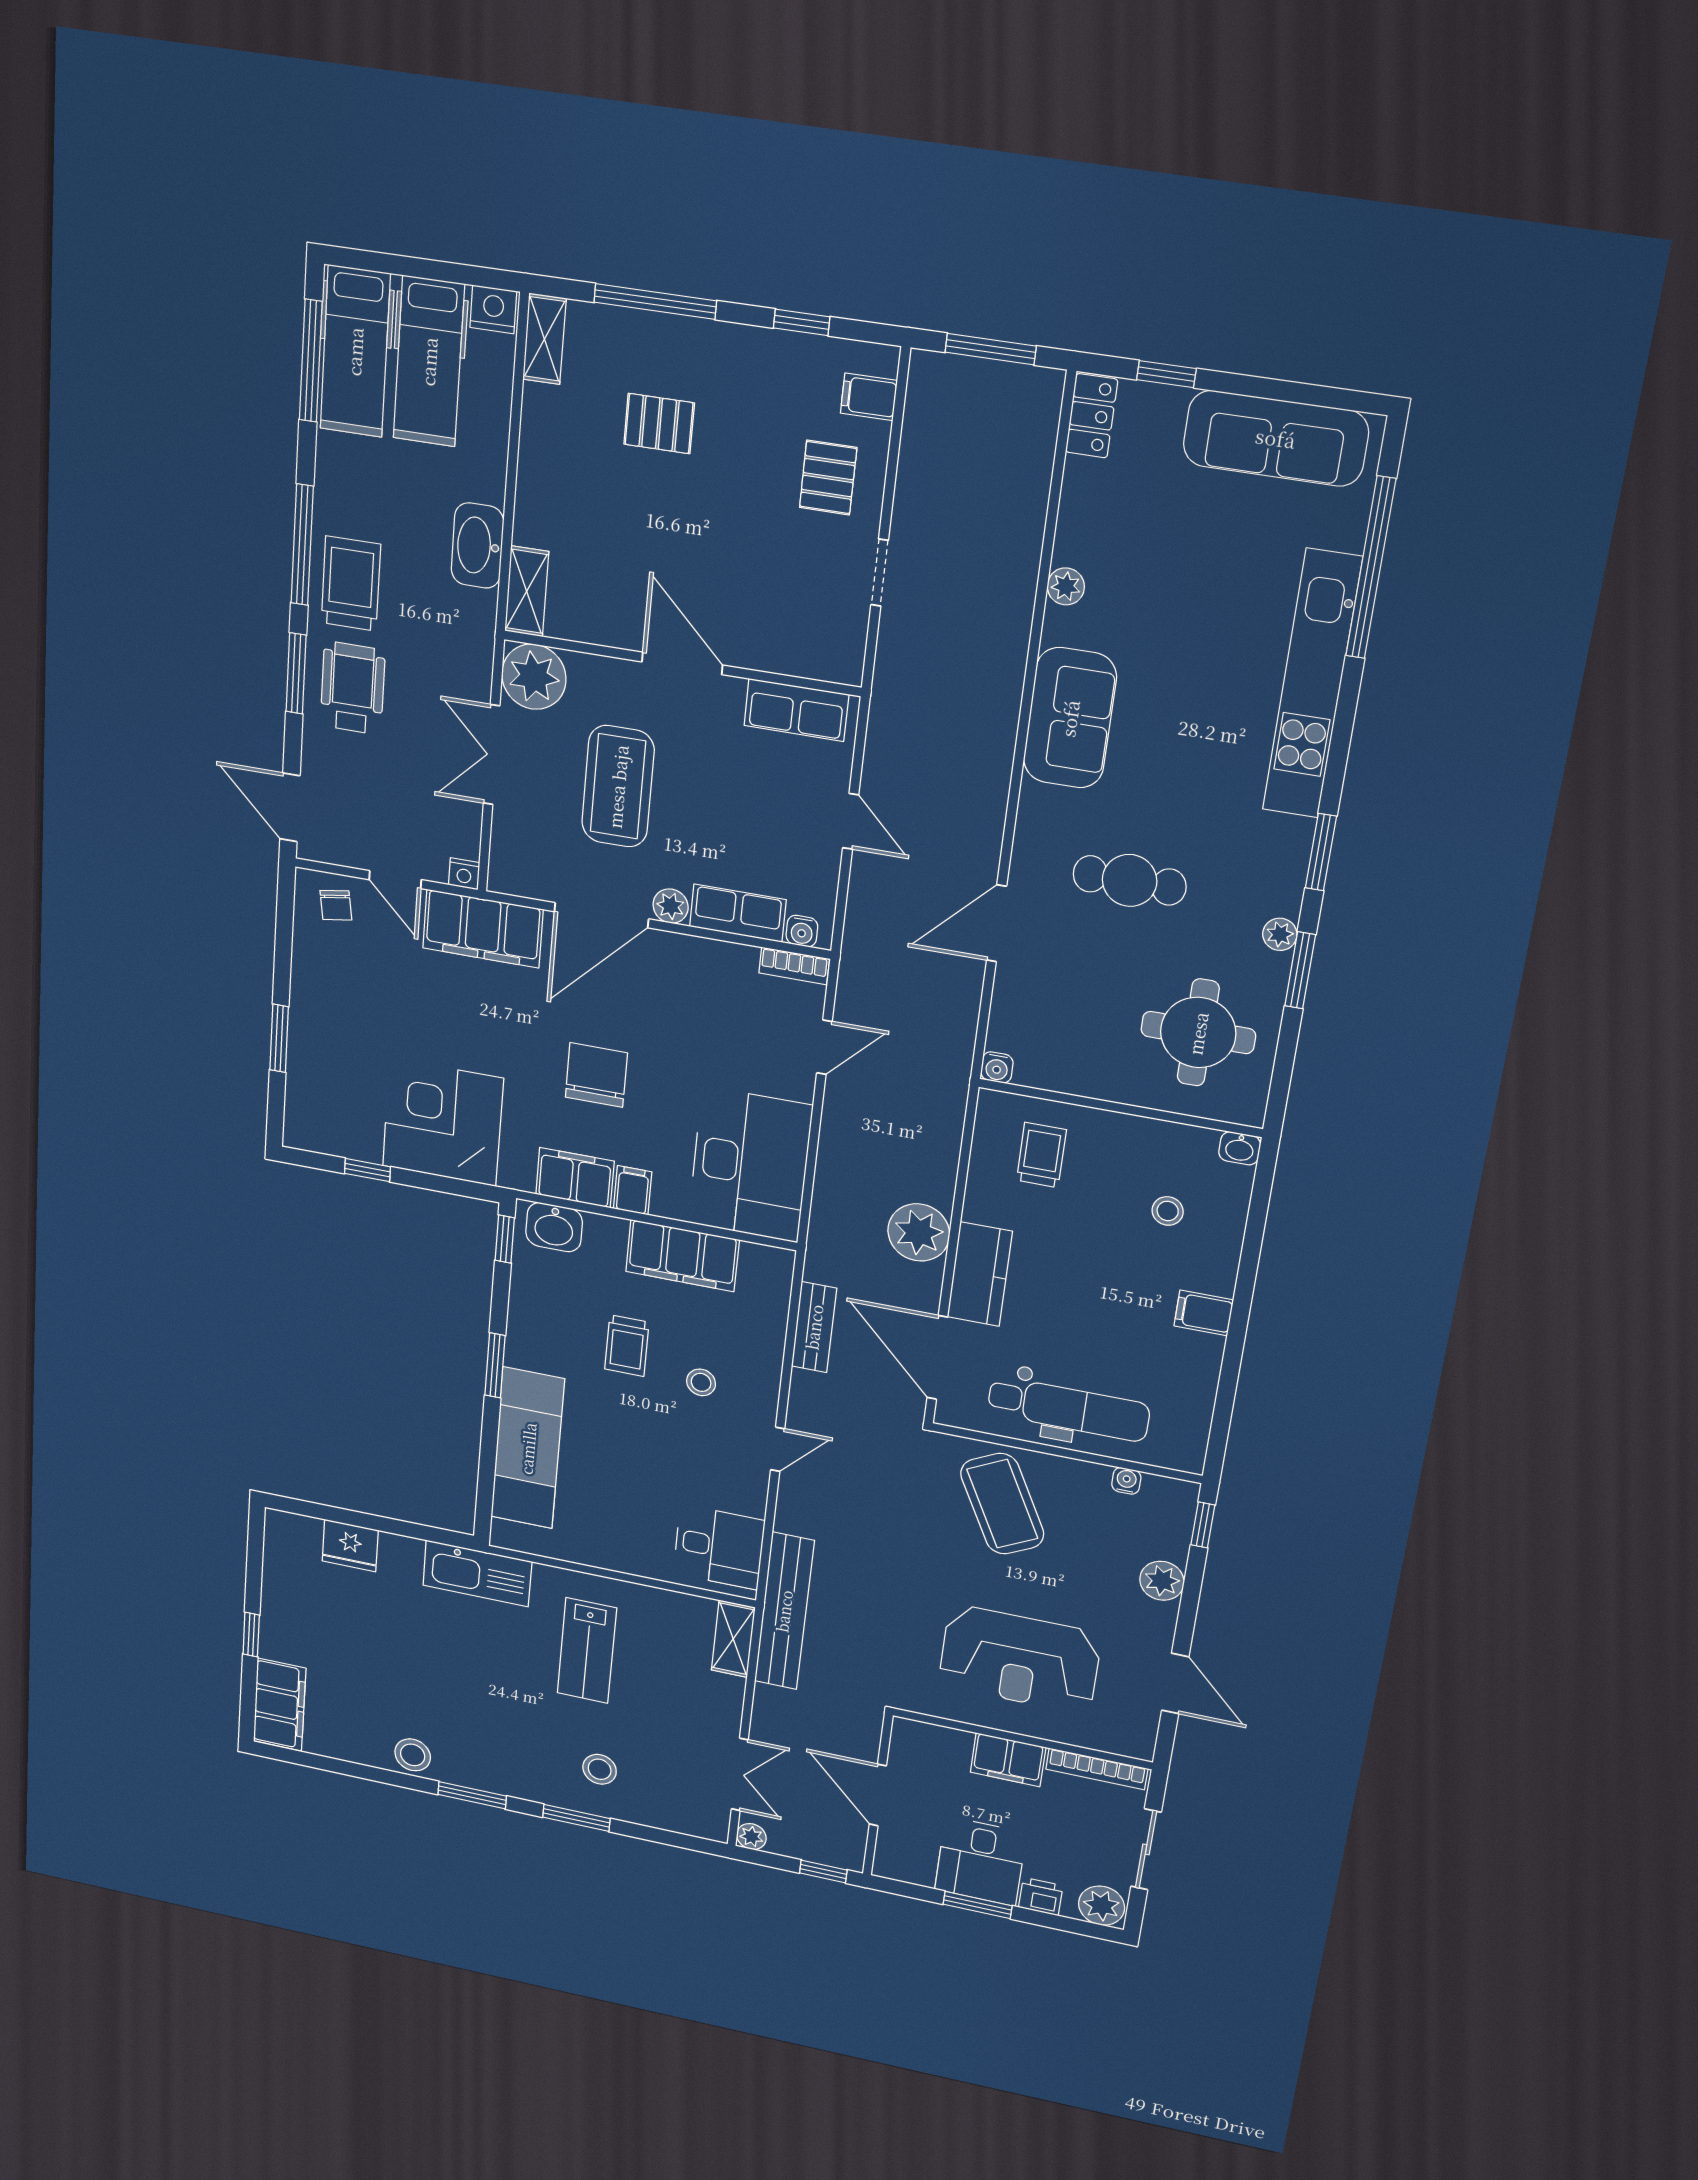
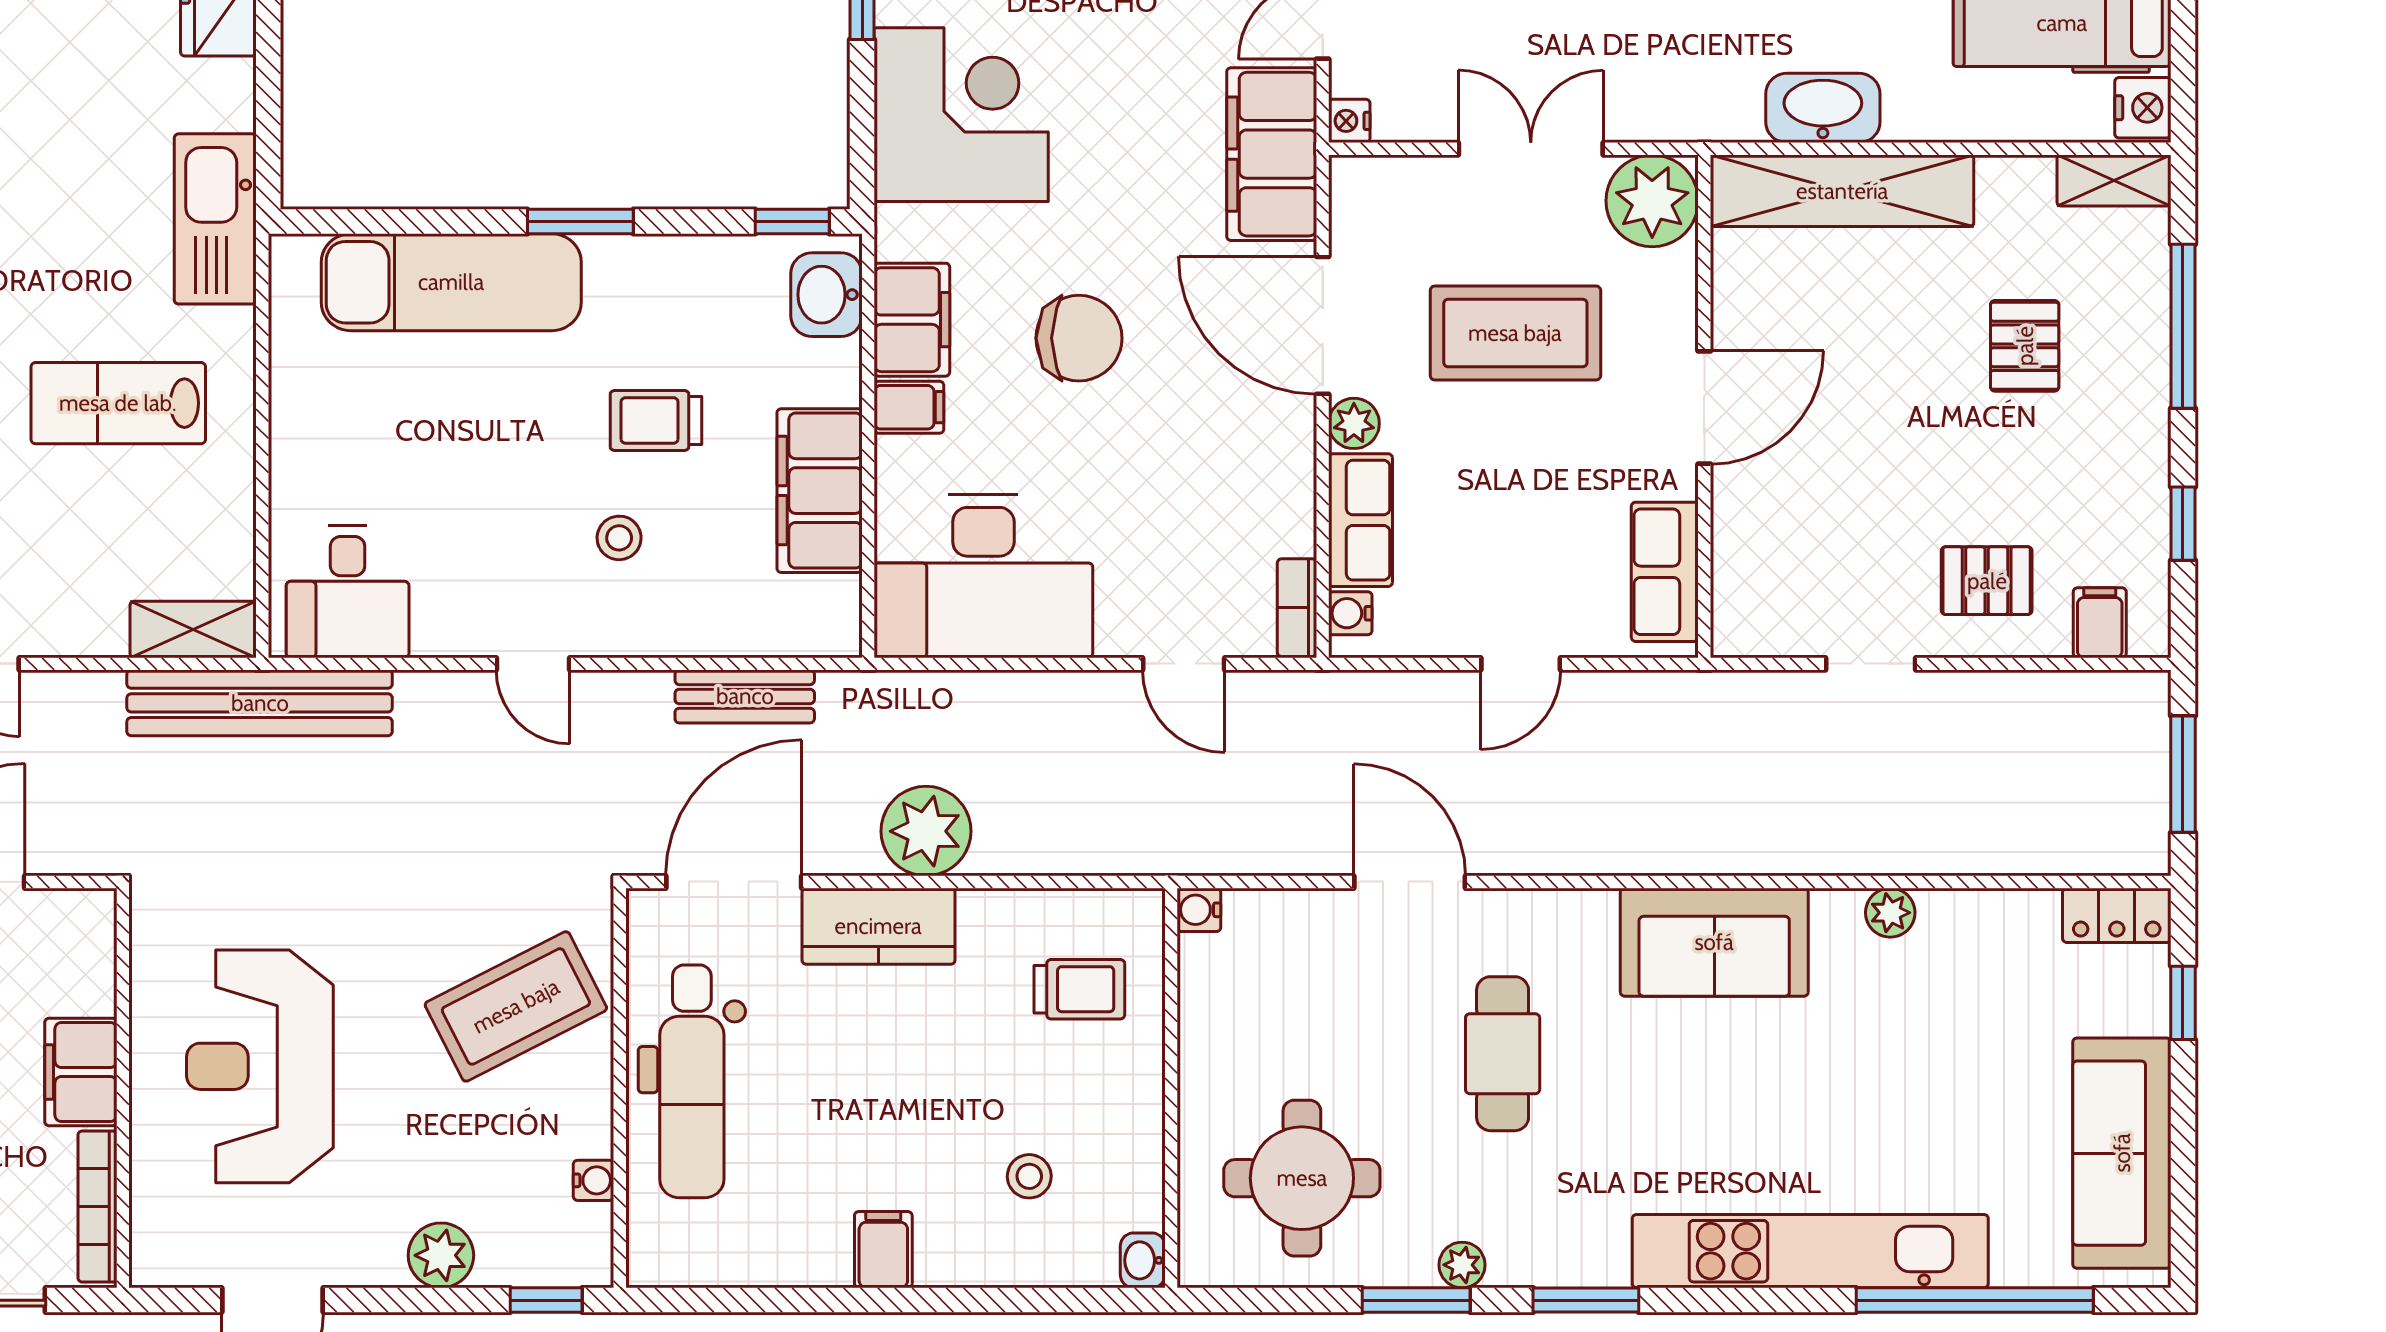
shelving: (527, 591) -> (1842, 191), width x2.20, depth x1.33

